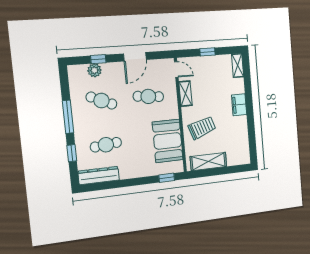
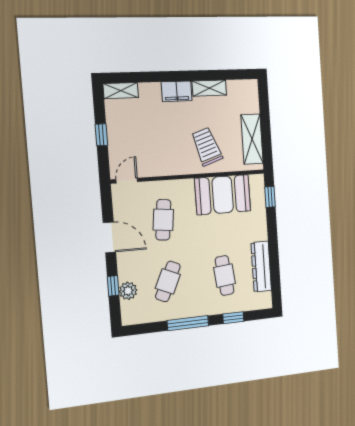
shelving: (185, 94) -> (209, 88), moved
dresser: (99, 176) -> (261, 267), moved

